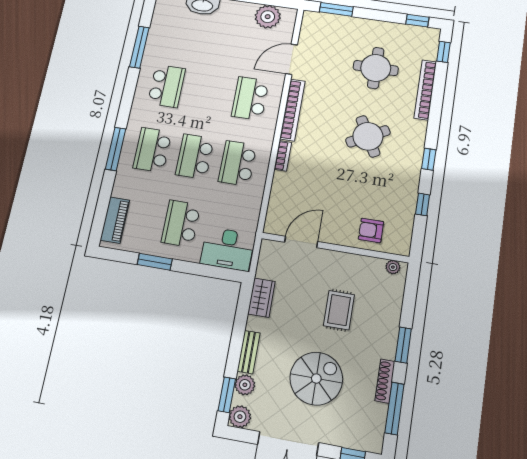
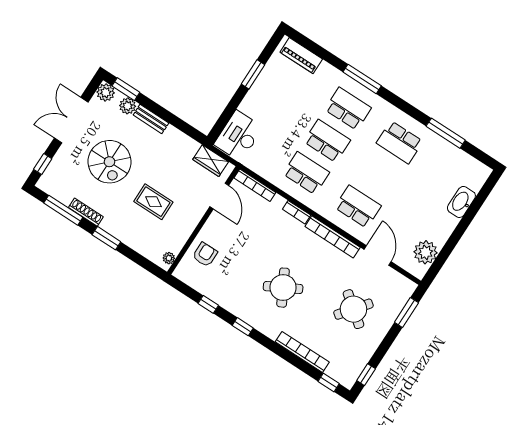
round table: (376, 68) -> (353, 309), moved, turned 38
bookcase: (273, 210) -> (255, 185), added
school desk: (181, 223) -> (275, 107), removed
wardrobe: (261, 298) -> (211, 161), moved

